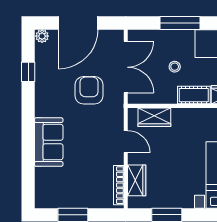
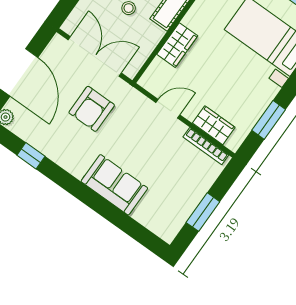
armchair: (89, 90) -> (92, 109), turned -90
wardrobe: (154, 117) -> (177, 45), moved

